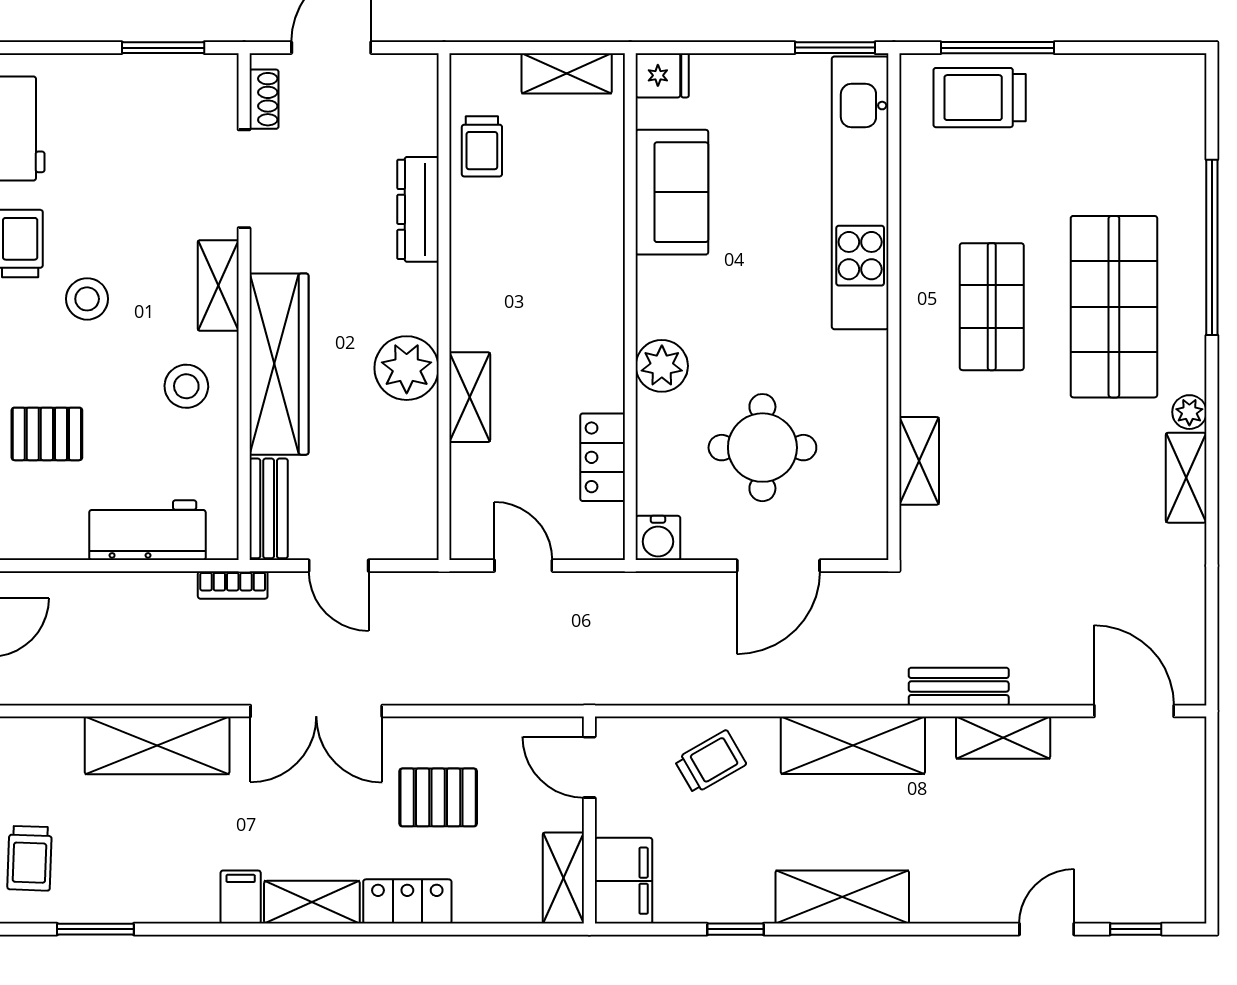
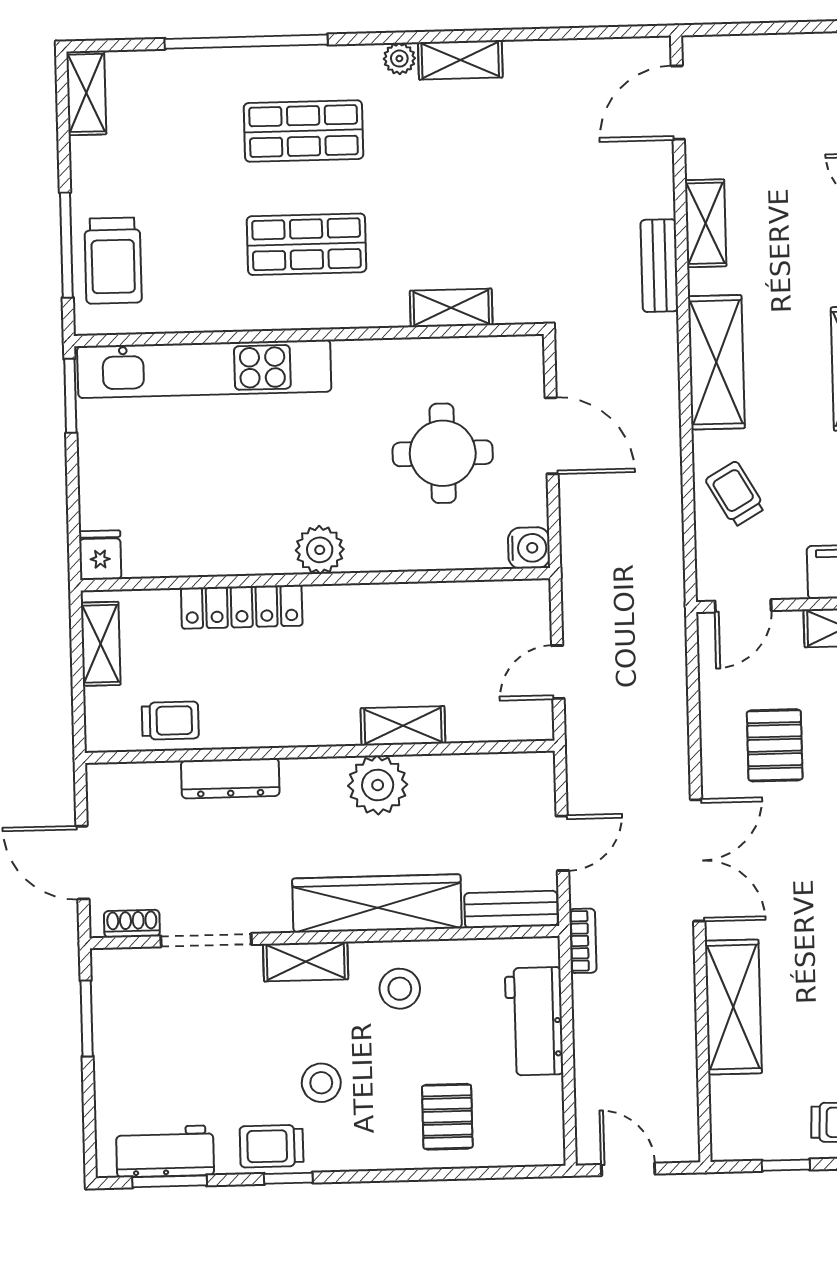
shelving: (1161, 73) -> (86, 93), added
sofa: (672, 192) -> (208, 543), removed
shop shelf: (1114, 307) -> (304, 131), width x0.70, depth x0.74
plant: (662, 366) -> (320, 550), moved
locker: (603, 457) -> (242, 607), moved, width x1.53

